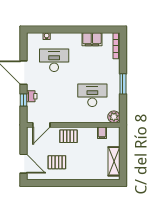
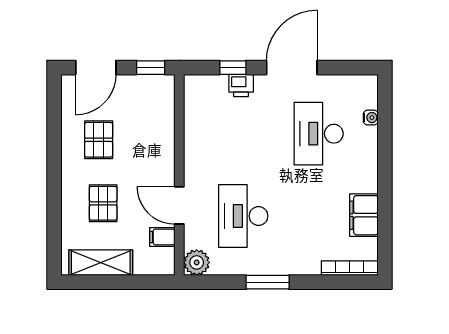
desk: (54, 60) -> (319, 134), turned 180
desk: (92, 95) -> (243, 216), turned 180
door: (41, 125) -> (179, 205), moved
pallet: (68, 136) -> (103, 203), moved
window: (23, 138) -> (151, 68), added

